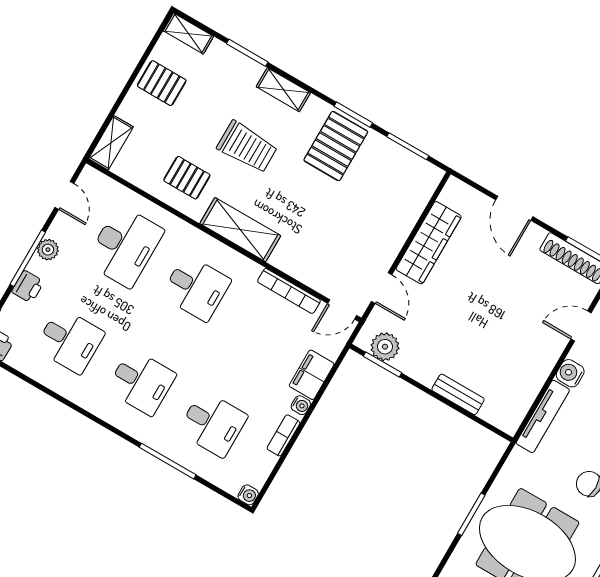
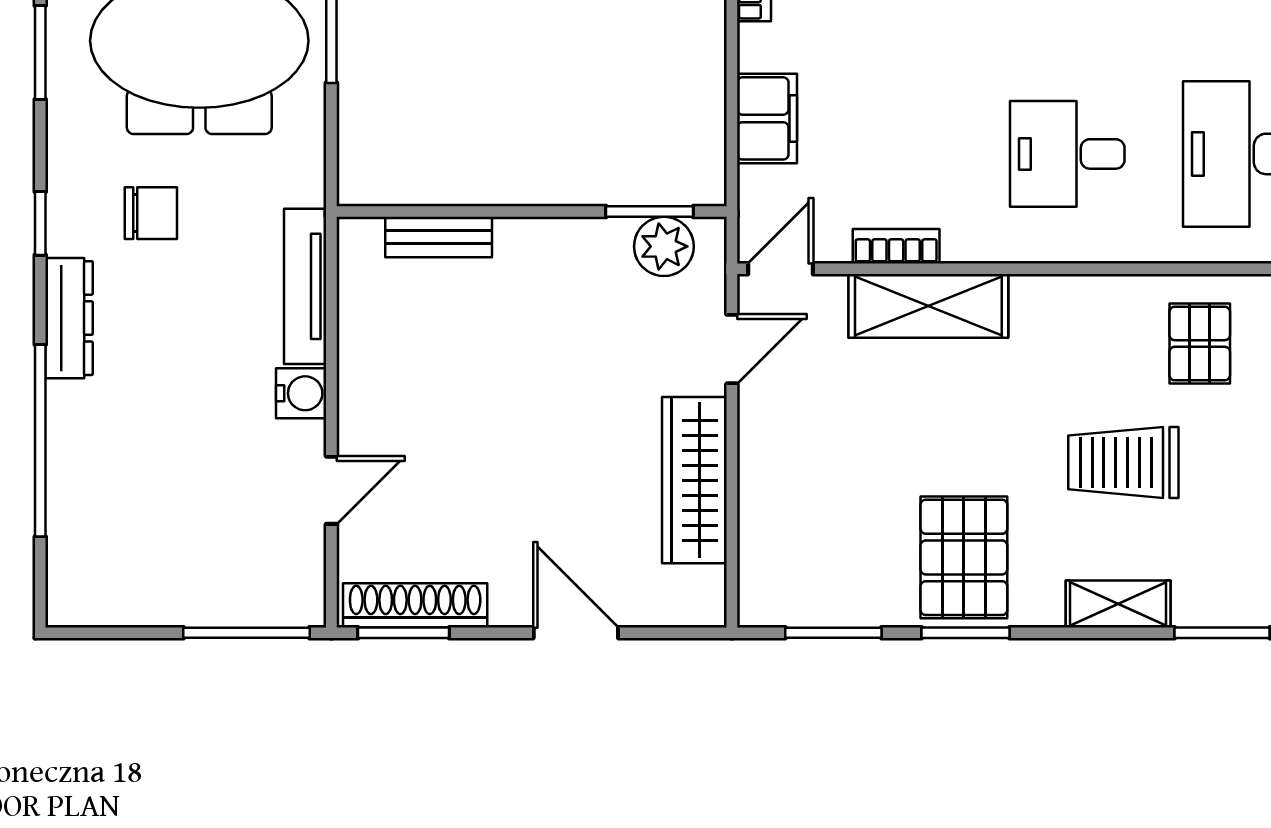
pallet: (187, 178) -> (1200, 343), turned 90
shelving: (240, 230) -> (928, 306), moved
door: (382, 288) -> (732, 349), swing flipped
bookcase: (289, 291) -> (896, 246), width x0.64
bench: (458, 394) -> (439, 237), moved
water cooler: (301, 405) -> (754, 52), removed

